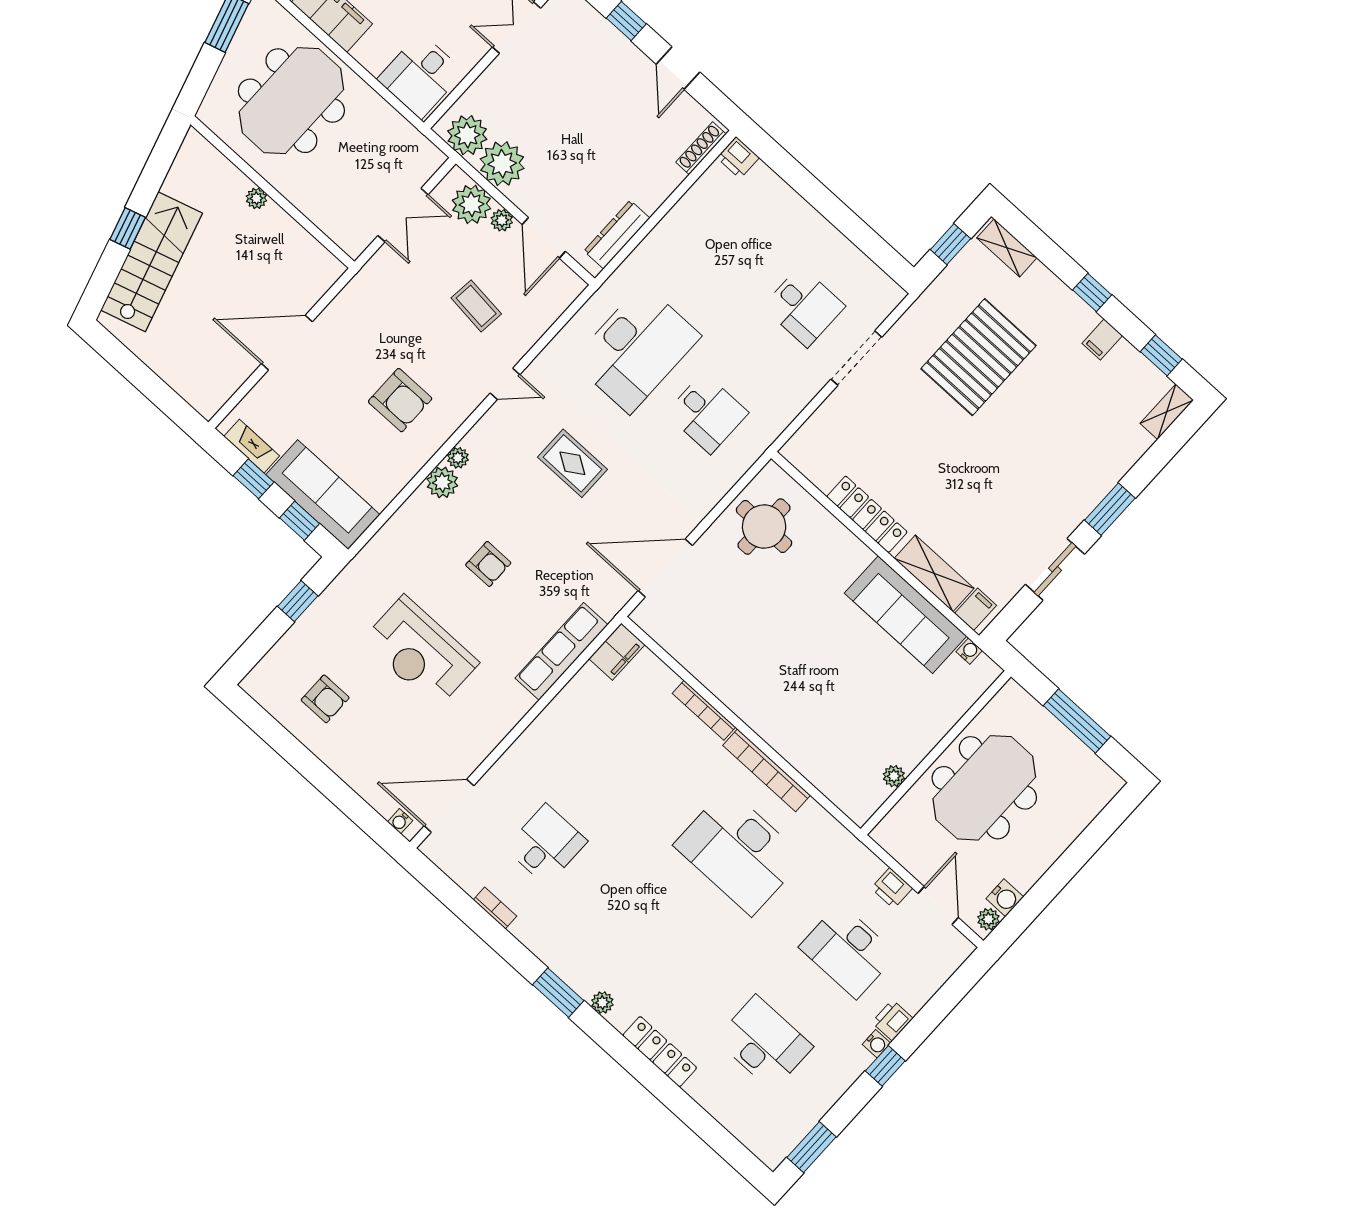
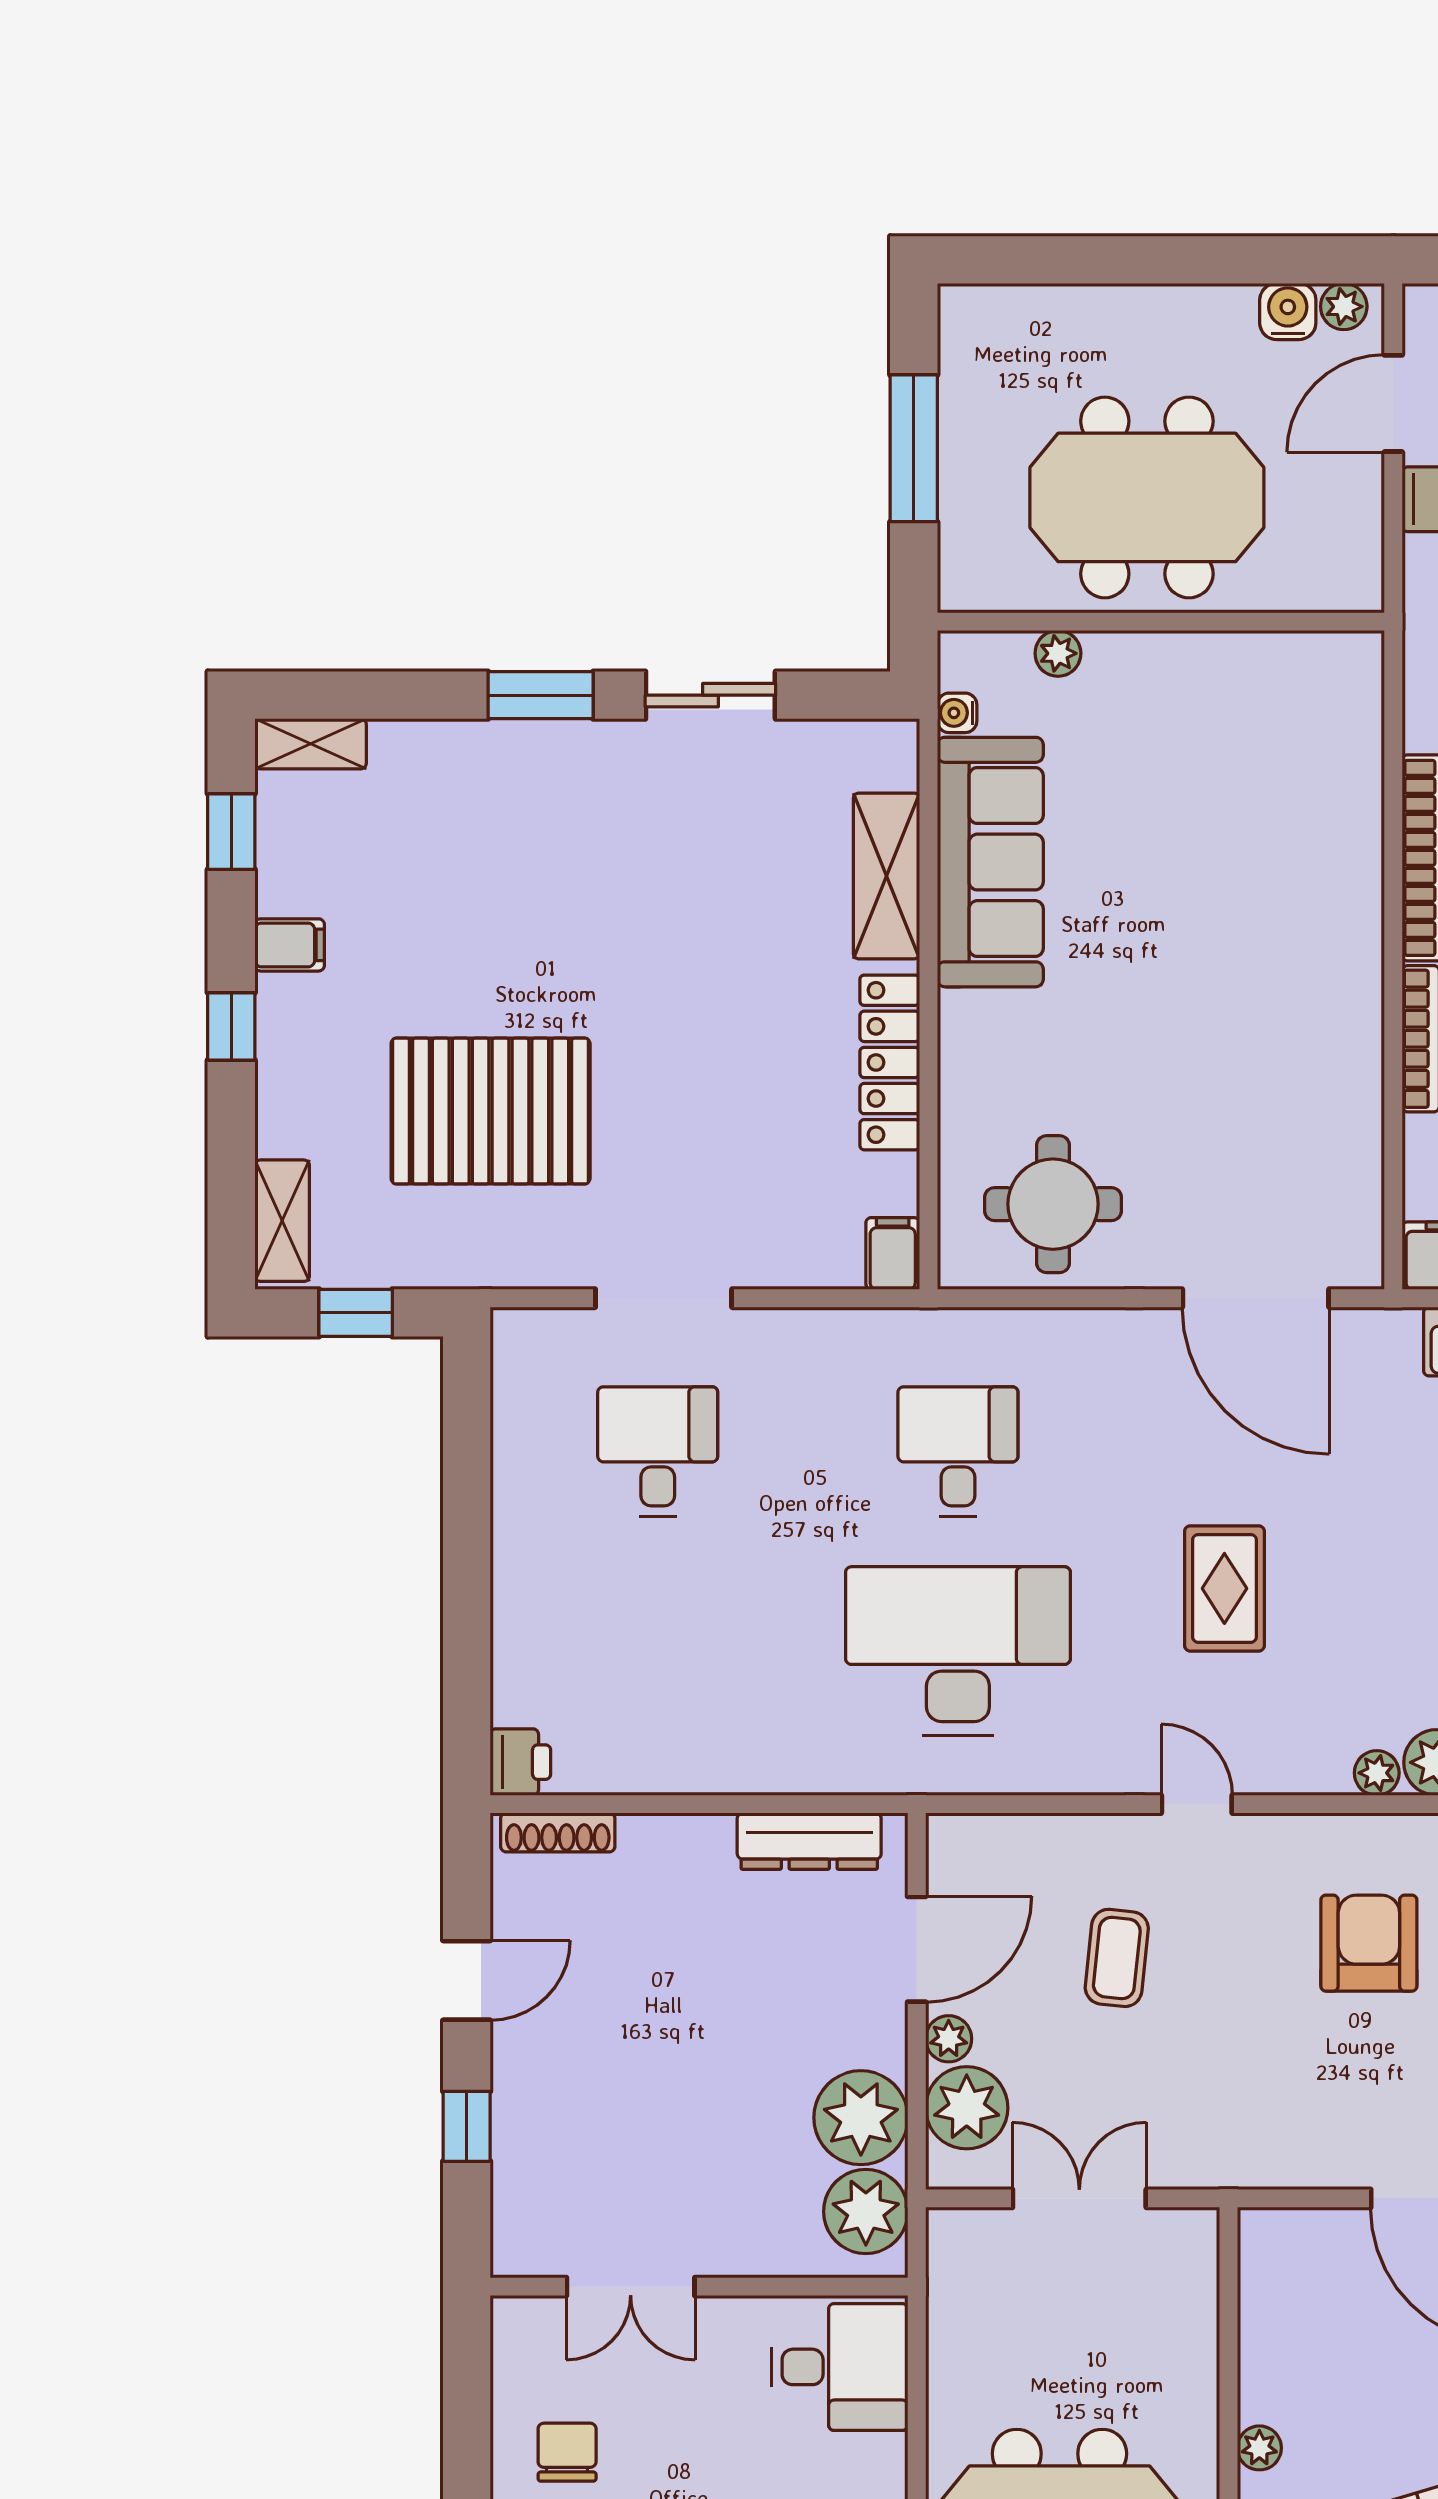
filing cabinet: (976, 609) -> (893, 1253), moved, turned 90
plant: (894, 776) -> (1058, 653), moved

